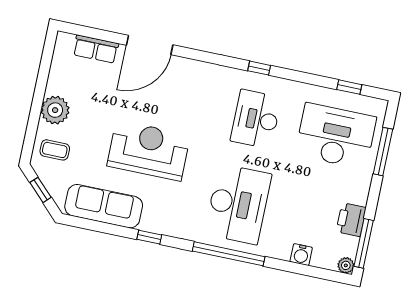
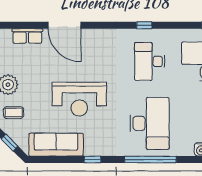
door: (150, 45) -> (64, 25), hinge flipped
reception desk: (149, 151) -> (79, 99), turned 180

